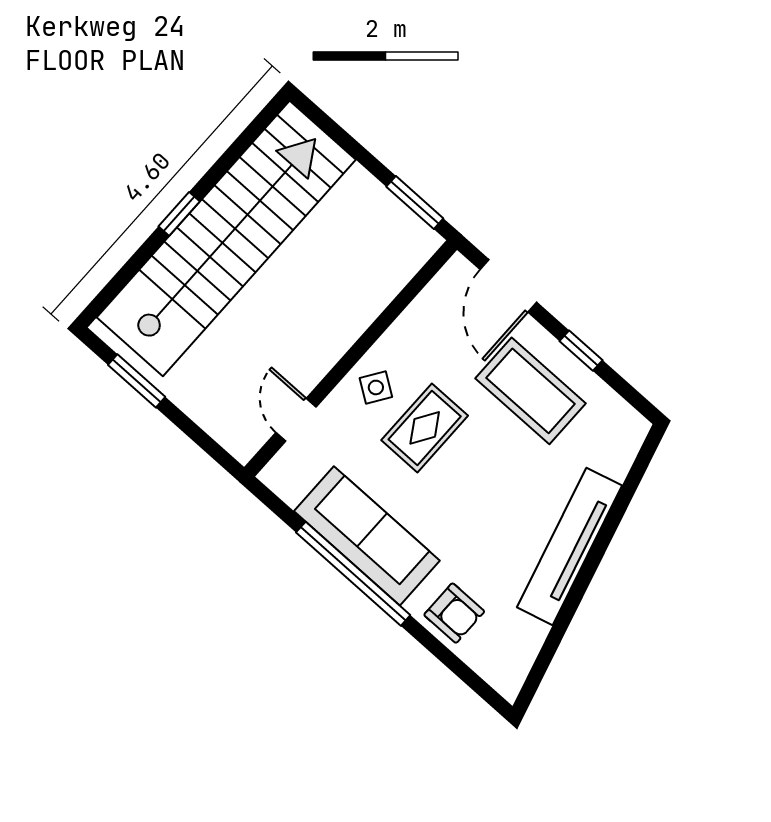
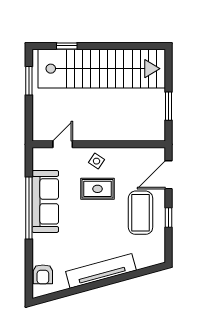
window: (415, 202) -> (168, 106), moved
window: (179, 214) -> (67, 46), moved
armchair: (454, 613) -> (43, 274), moved

